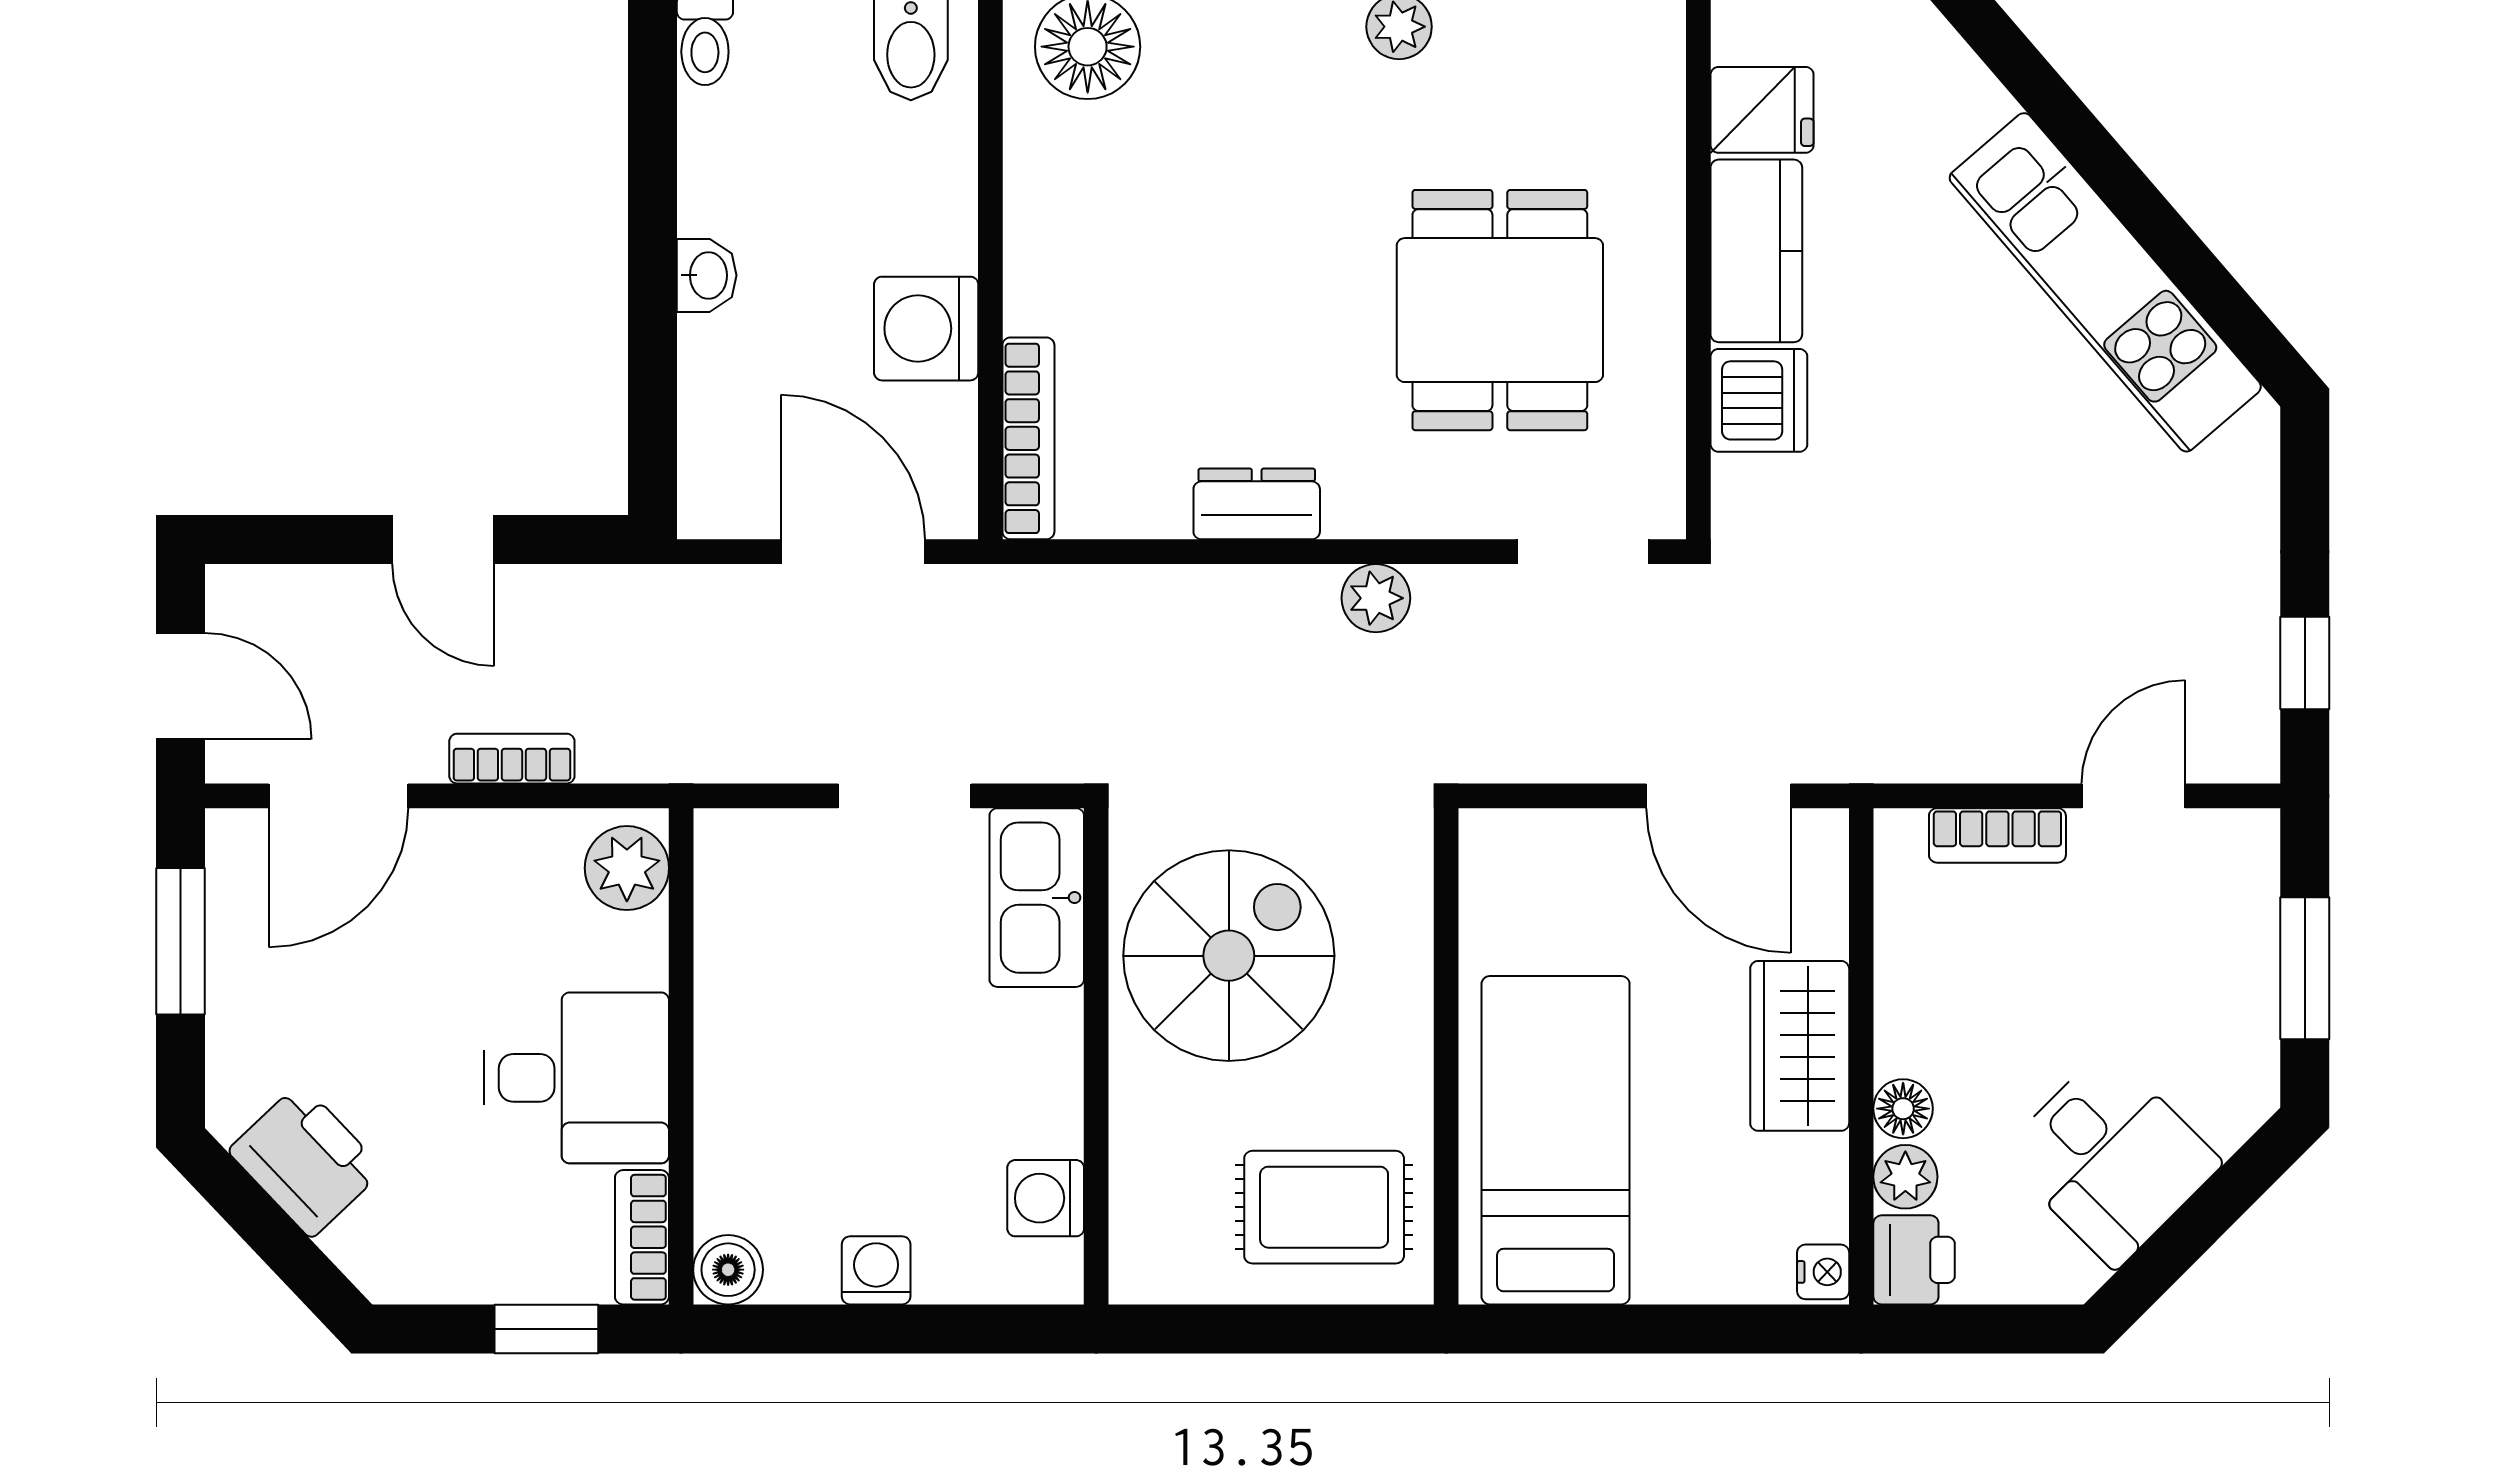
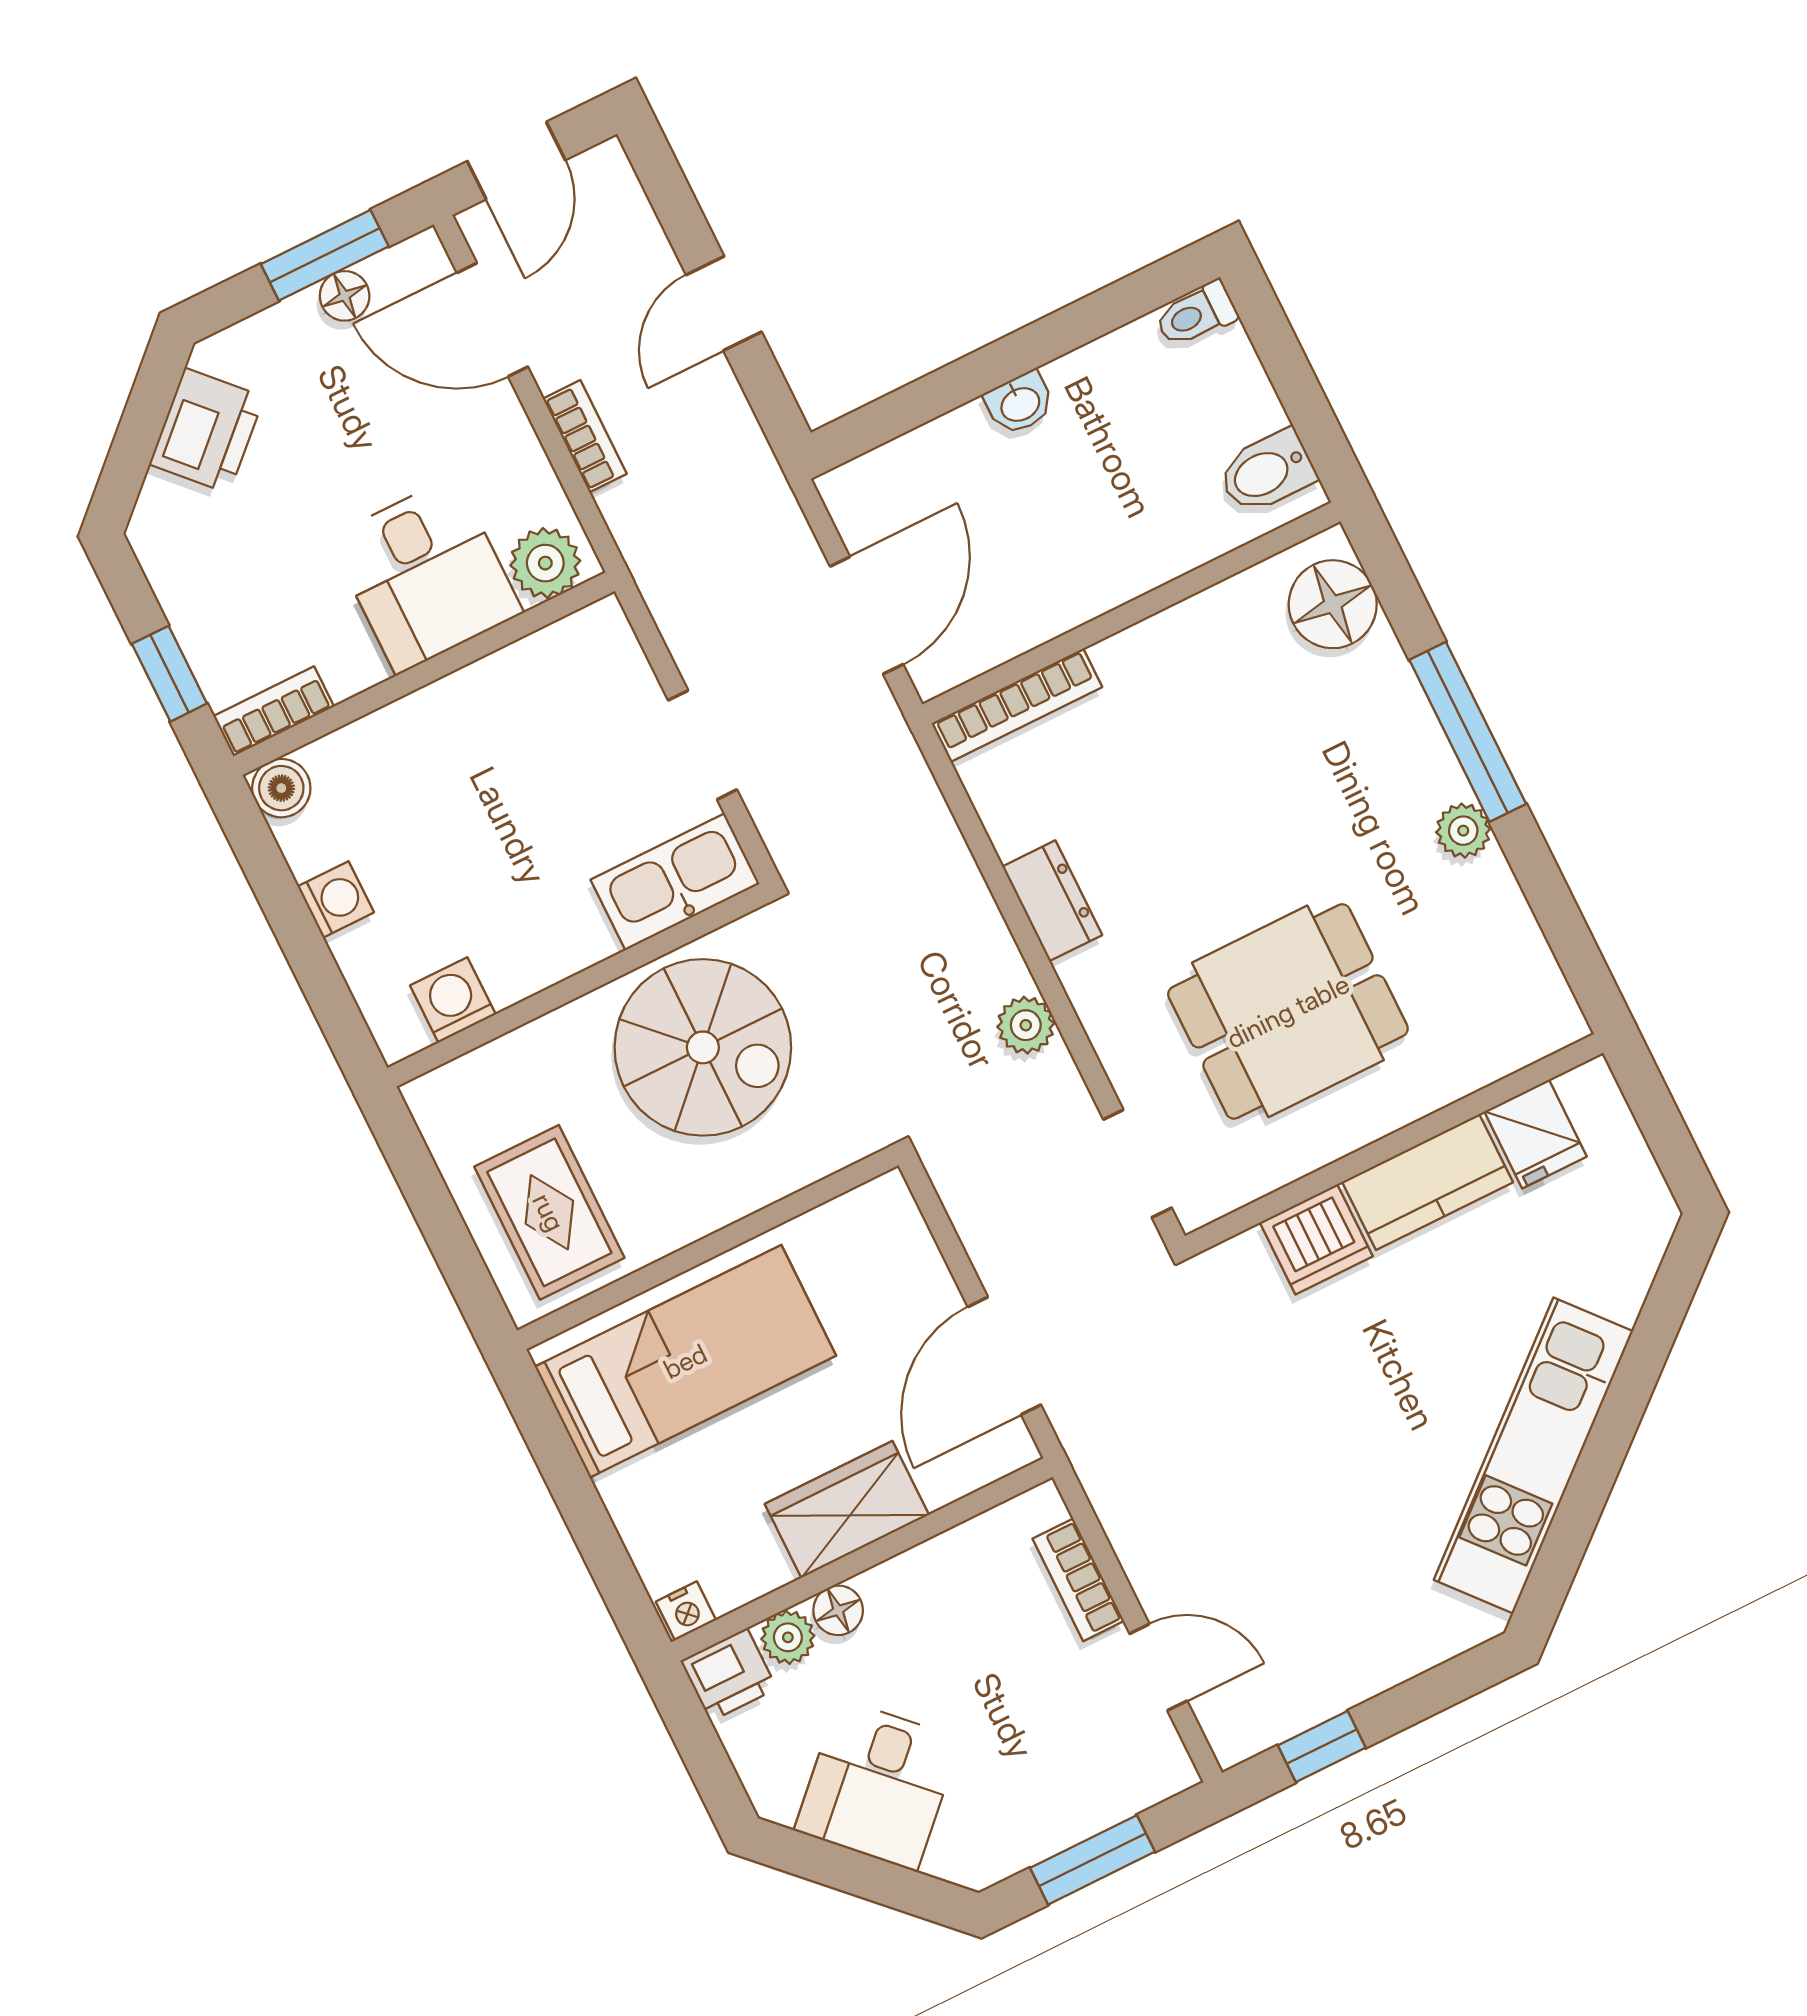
washing machine: (926, 329) -> (1061, 588), removed
floor lamp: (235, 941) -> (345, 296), added
desk: (577, 1078) -> (426, 575), moved

